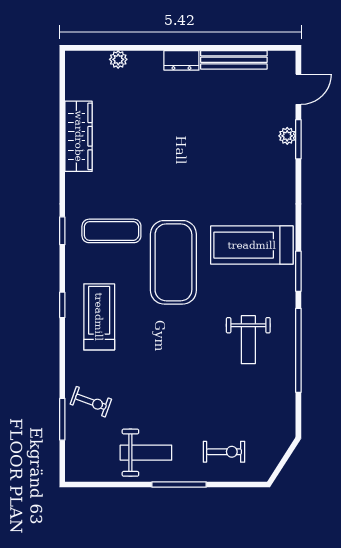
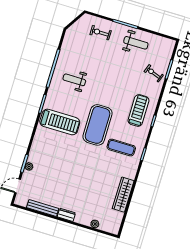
treadmill: (99, 317) -> (138, 110), turned 180
weight bench: (248, 340) -> (74, 80), turned -90
weight bench: (146, 453) -> (136, 43), turned 180

